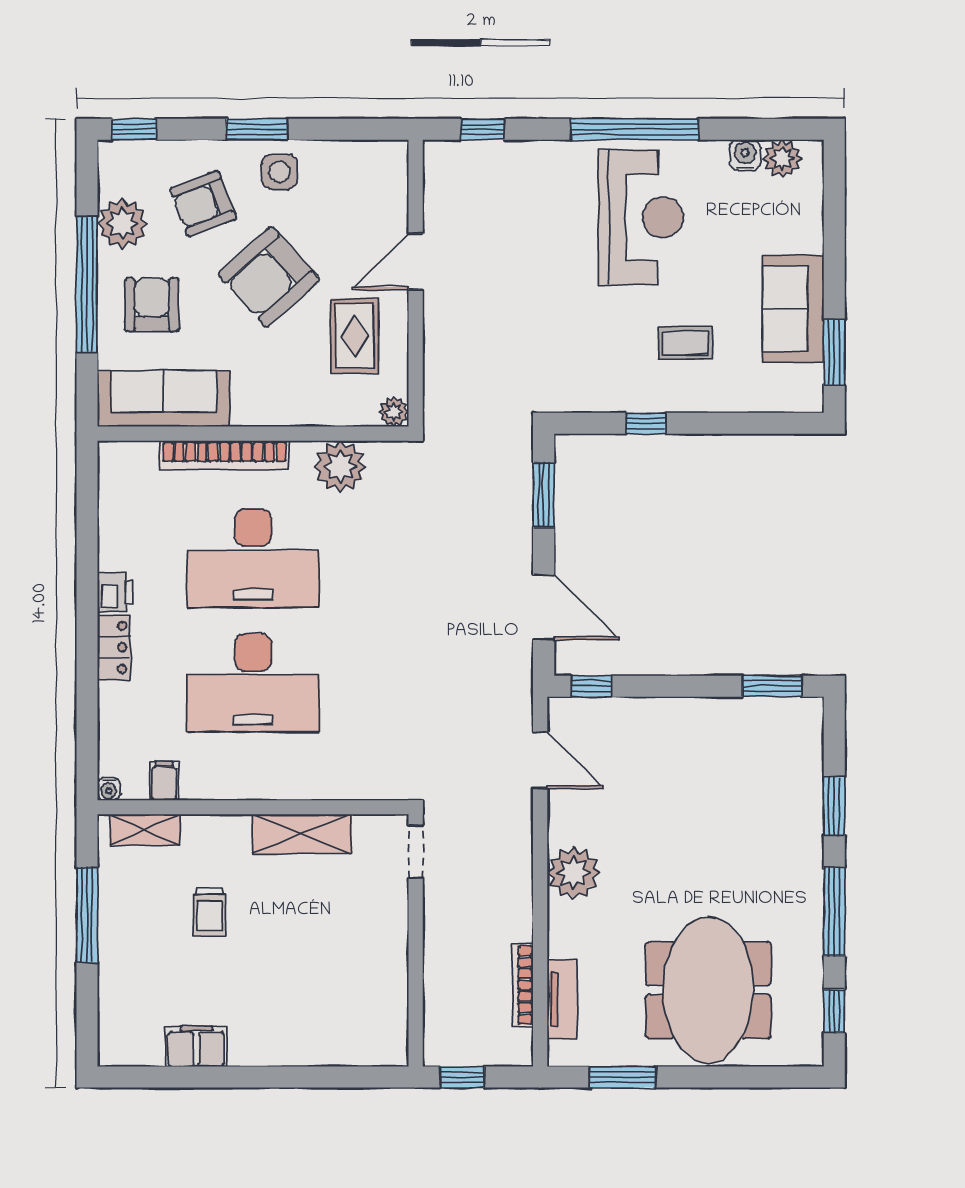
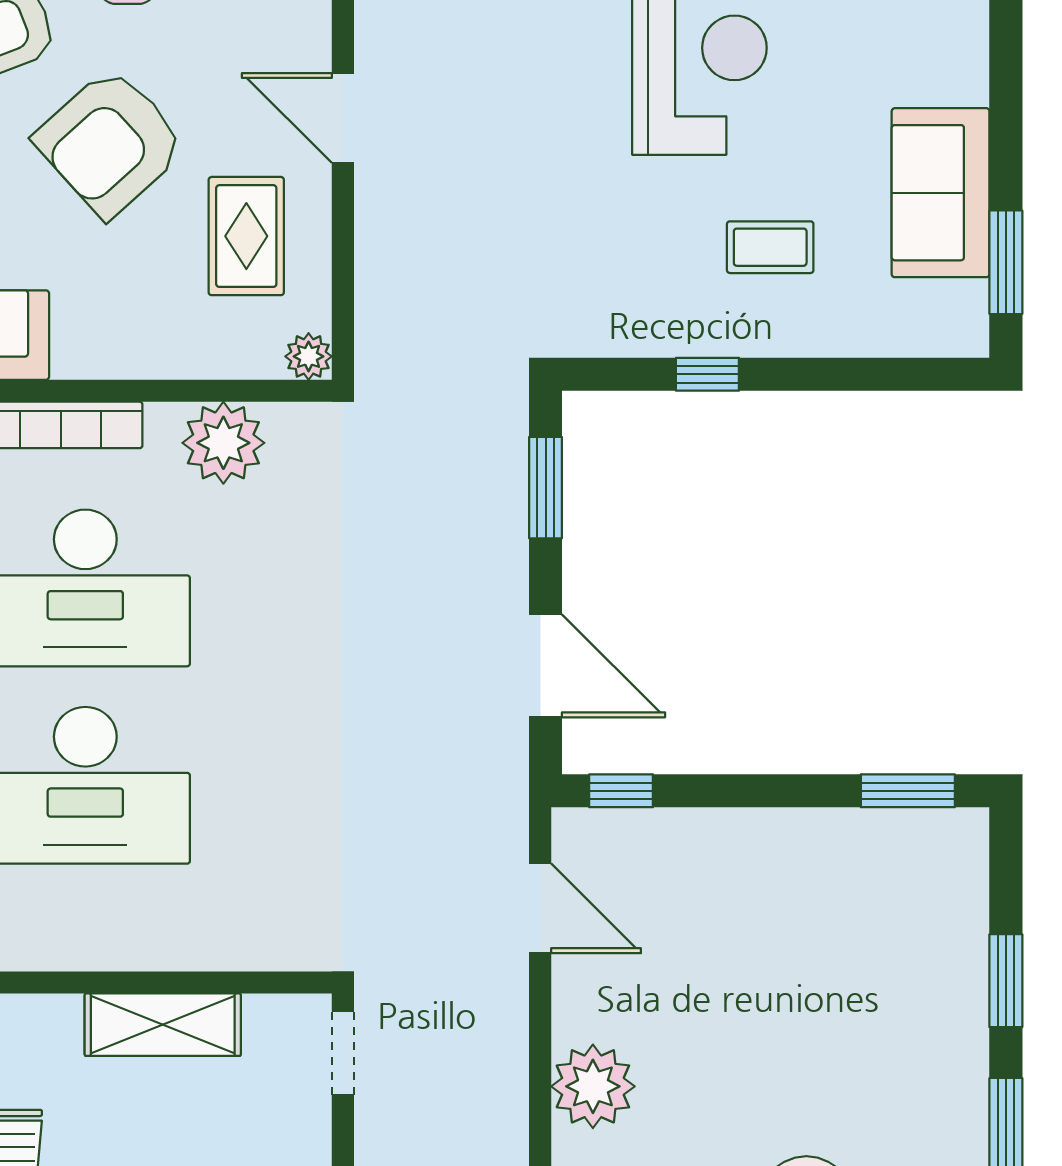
door: (416, 261) -> (343, 118), hinge flipped

